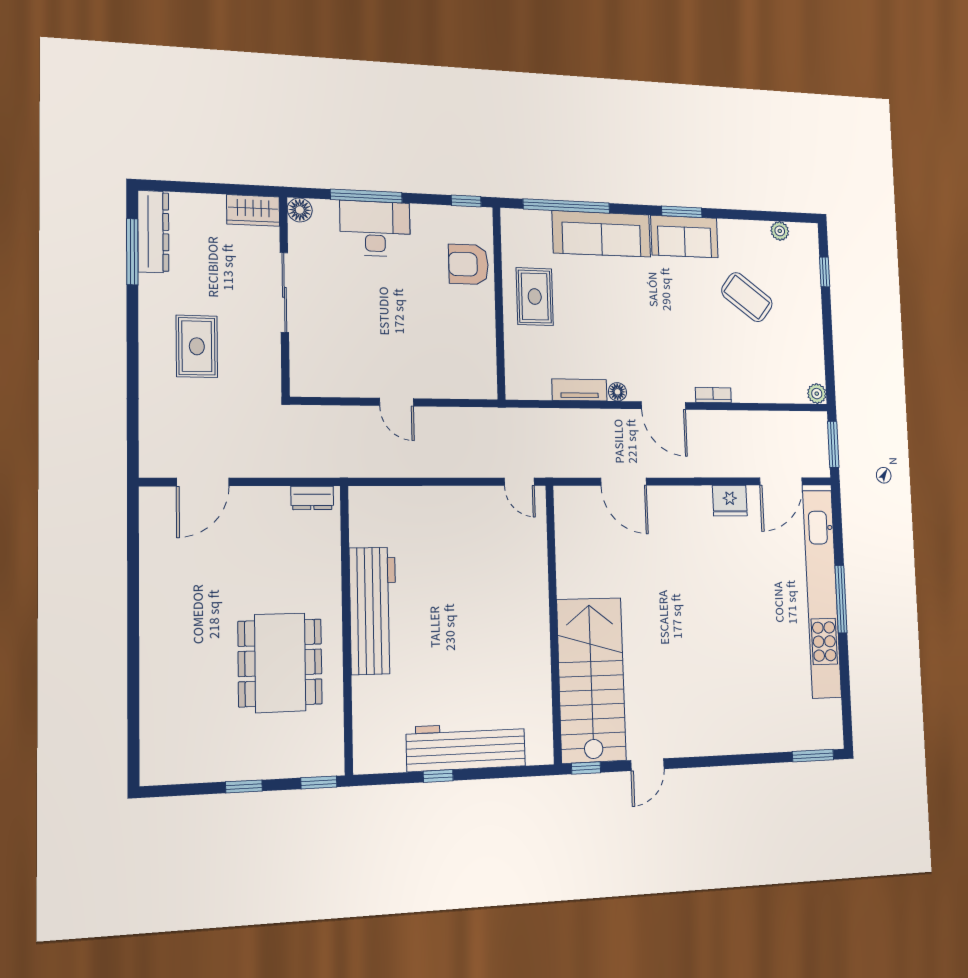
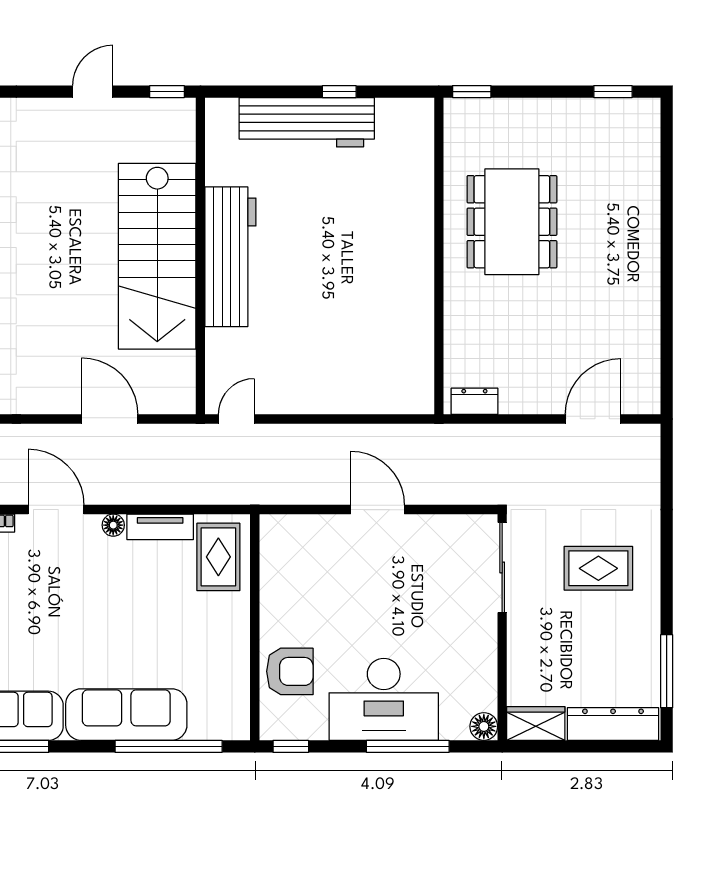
desk: (375, 229) -> (384, 699), width x1.36, depth x1.30
dresser: (153, 232) -> (613, 724), moved, turned 90
sliding door: (284, 292) -> (502, 568), moved
rug: (535, 297) -> (218, 557), moved
rug: (197, 346) -> (598, 568), turned 90
door: (397, 402) -> (378, 510), width x1.38
door: (519, 482) -> (236, 419), hinge flipped
workbench: (373, 611) -> (230, 257), moved, turned 180
stairs: (591, 680) -> (157, 256), moved
window: (244, 787) -> (613, 92), moved

